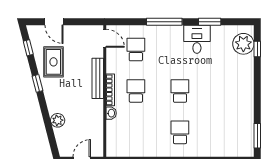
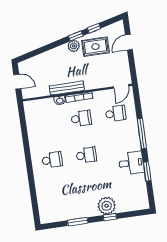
plant: (243, 44) -> (107, 206), moved
window: (28, 48) -> (94, 28), moved
window: (257, 49) -> (110, 217), moved
bench: (98, 78) -> (67, 88), moved
plant: (58, 120) -> (74, 46), moved
window: (257, 136) -> (78, 222), moved

